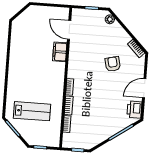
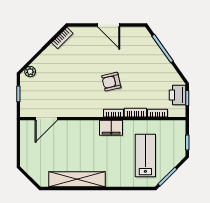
shelving: (16, 52) -> (77, 179), added
filing cabinet: (60, 52) -> (111, 128), moved
armchair: (113, 64) -> (111, 82), moved
printer: (134, 110) -> (178, 95), moved, turned 90

